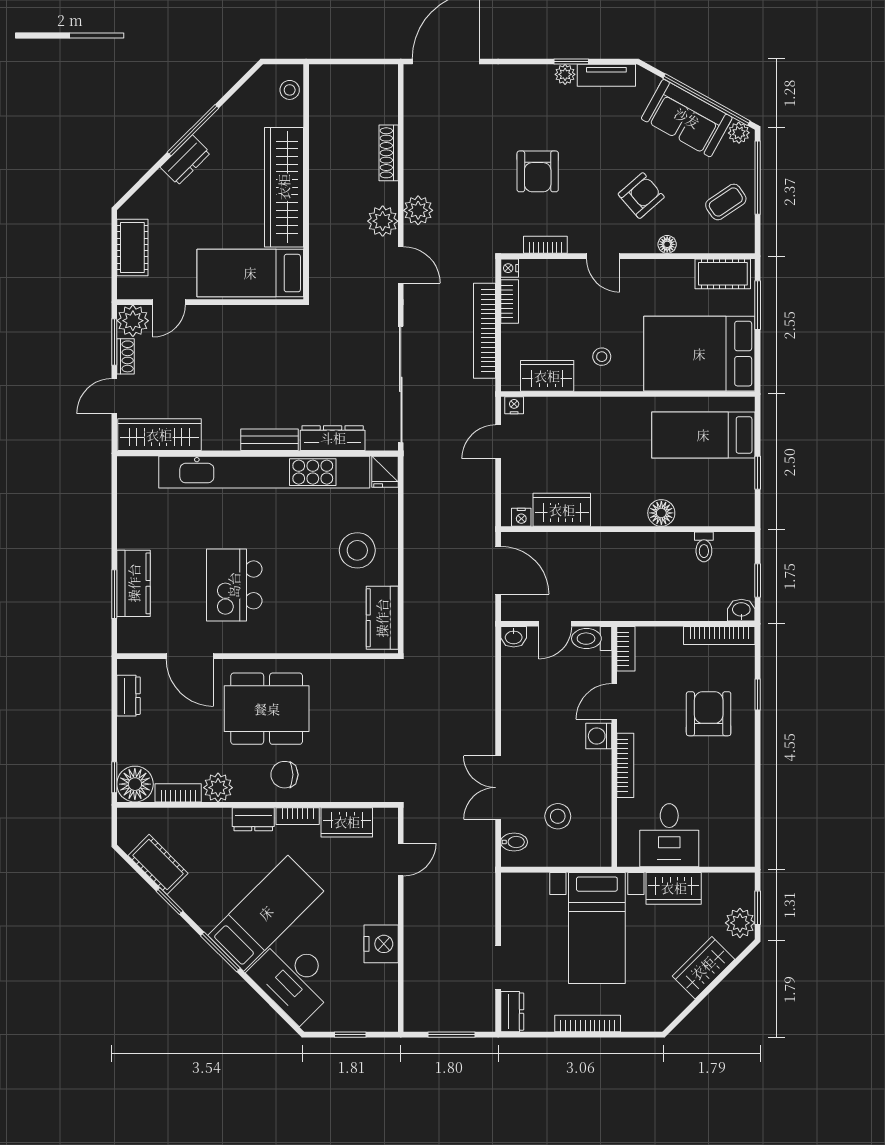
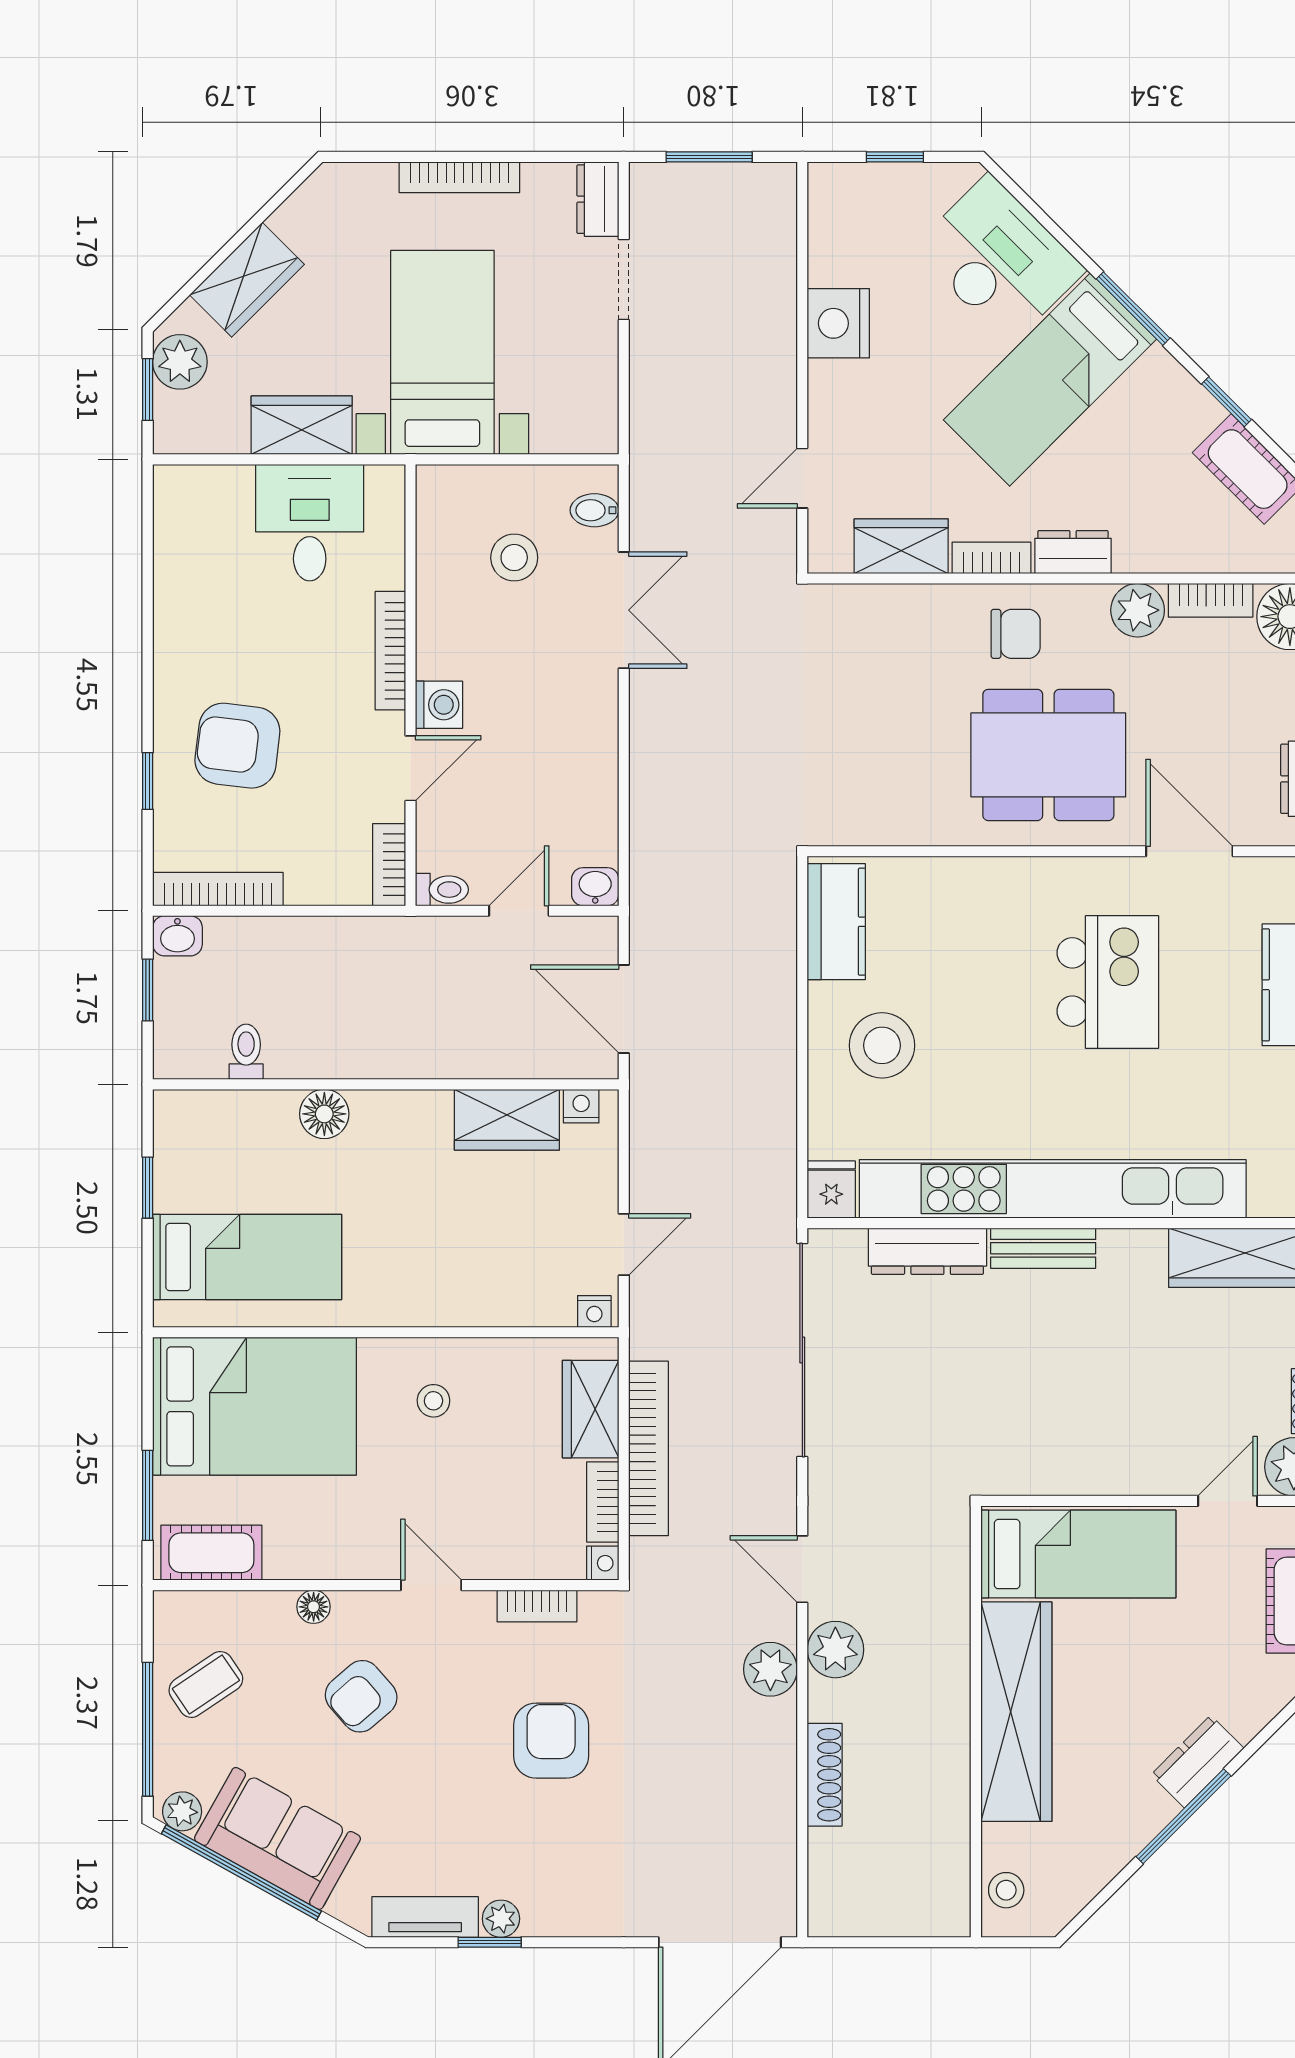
wardrobe: (547, 376) -> (591, 1409), moved, turned 90
toilet: (592, 639) -> (442, 890), width x0.73, depth x0.72
armchair: (709, 714) -> (237, 746), turned 97

